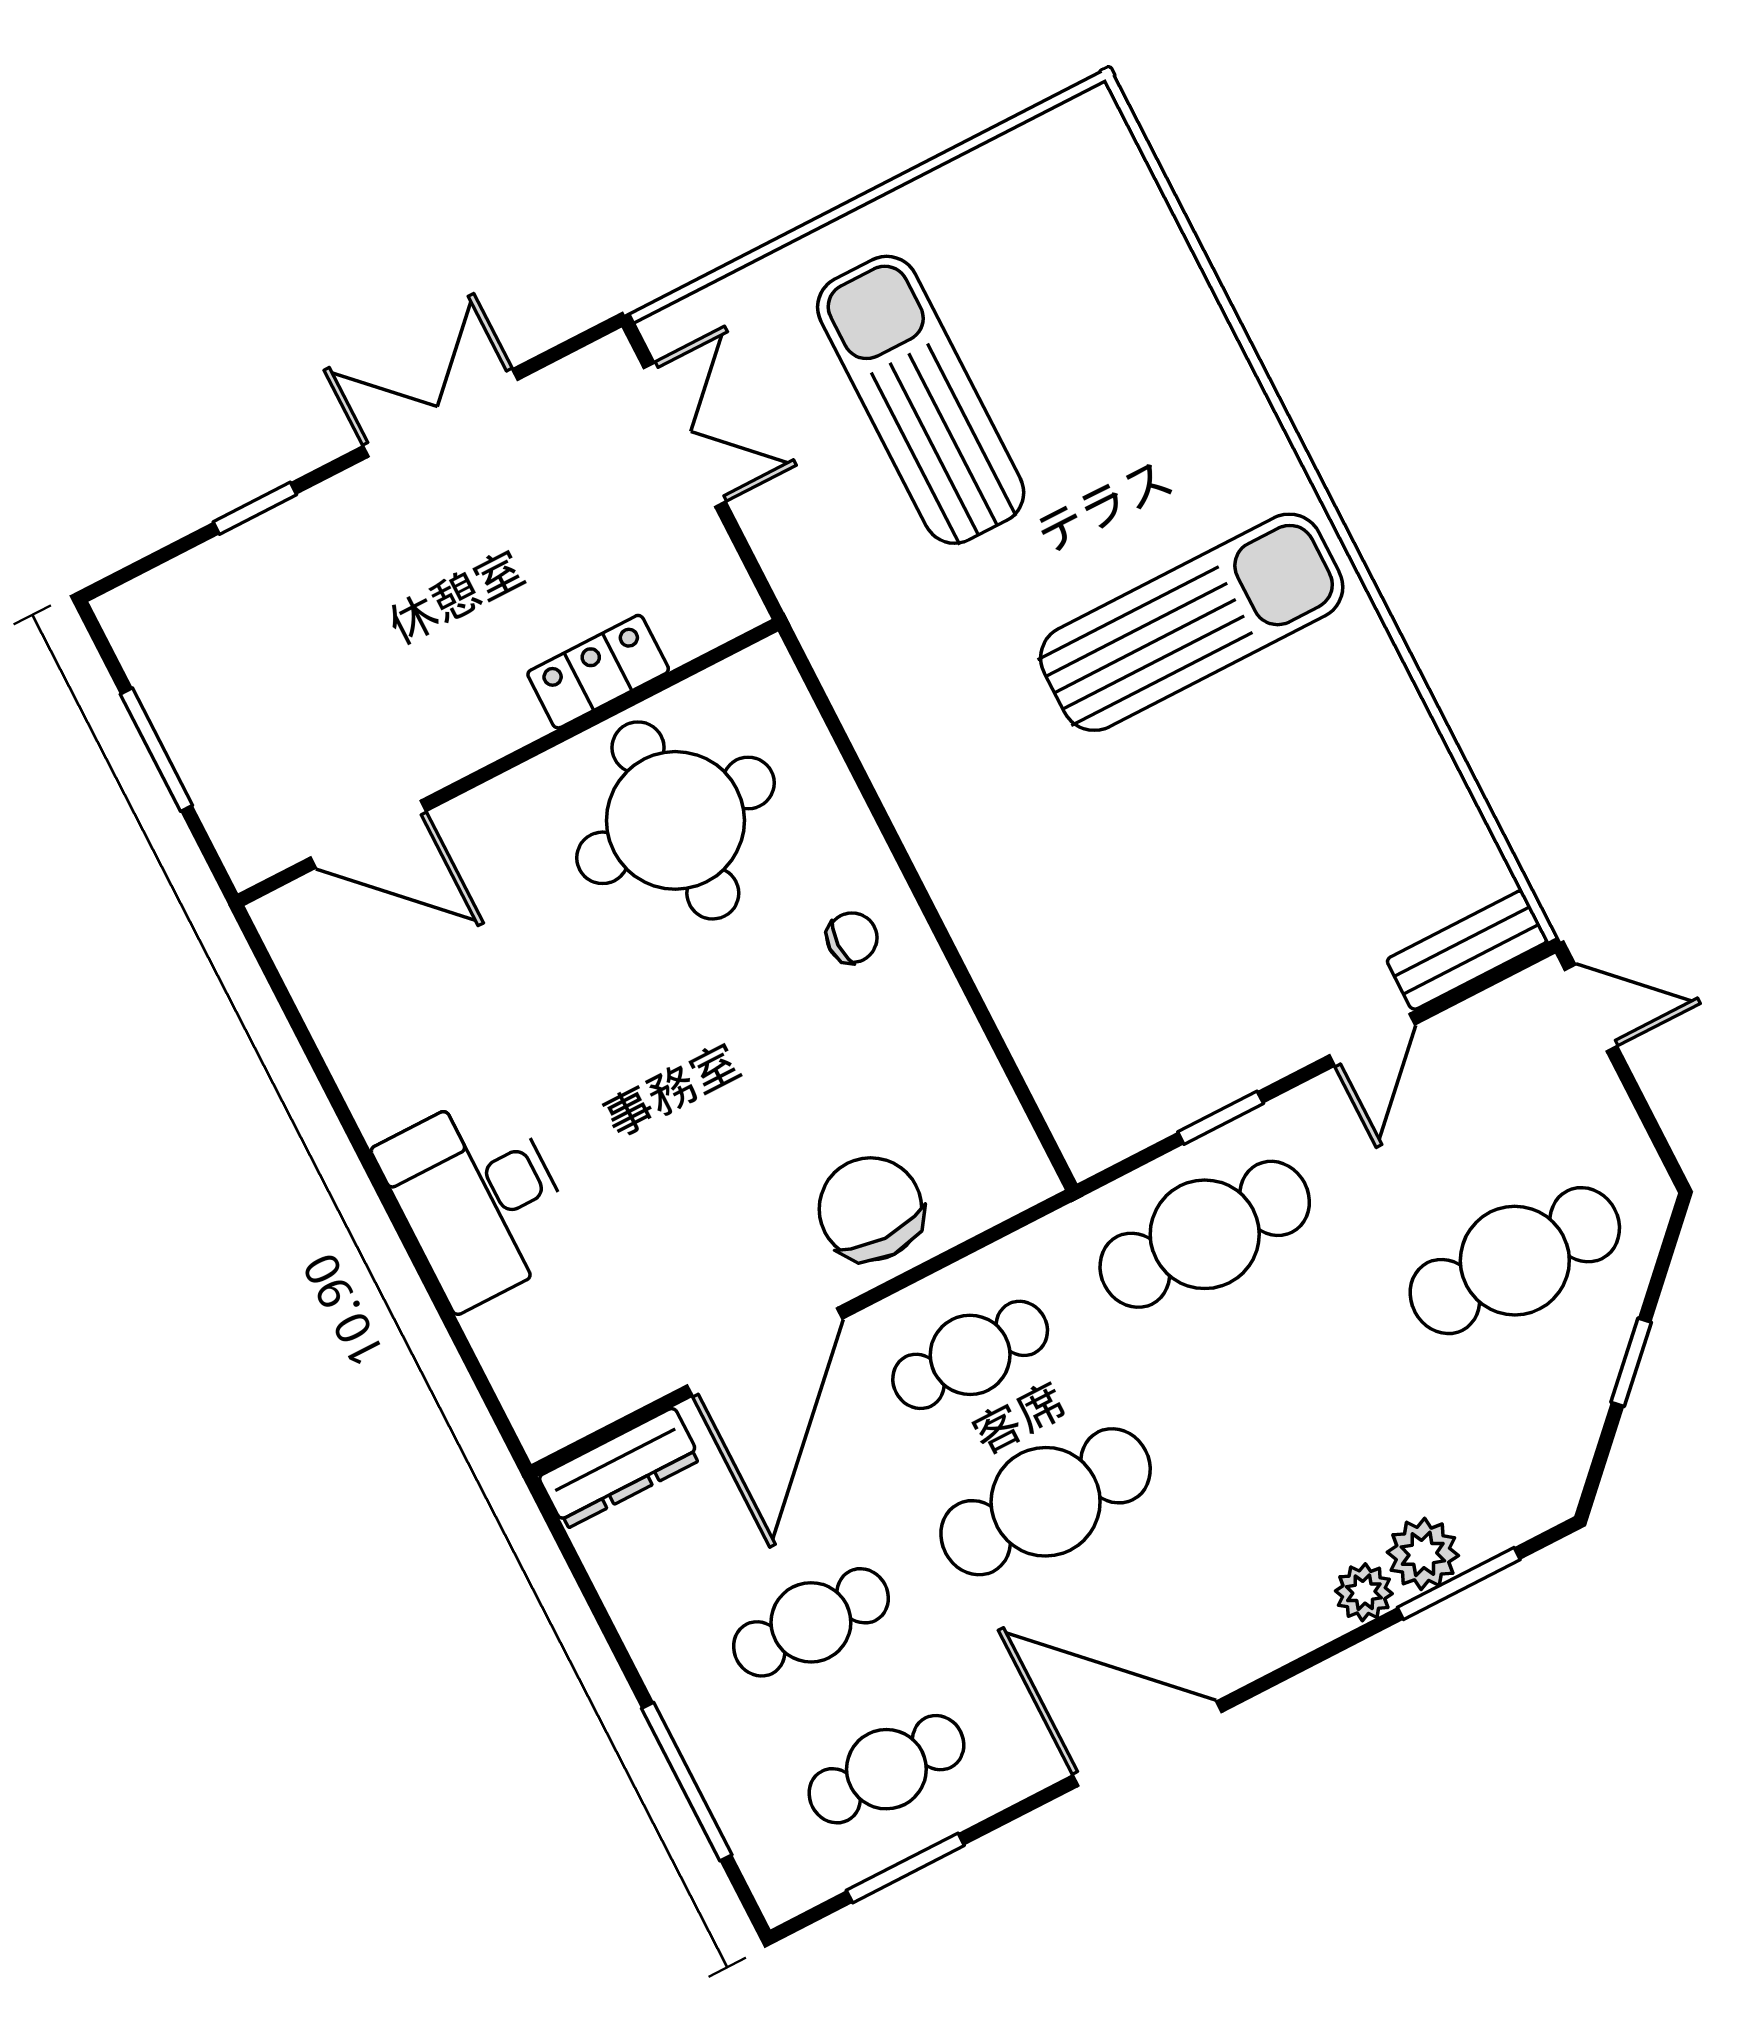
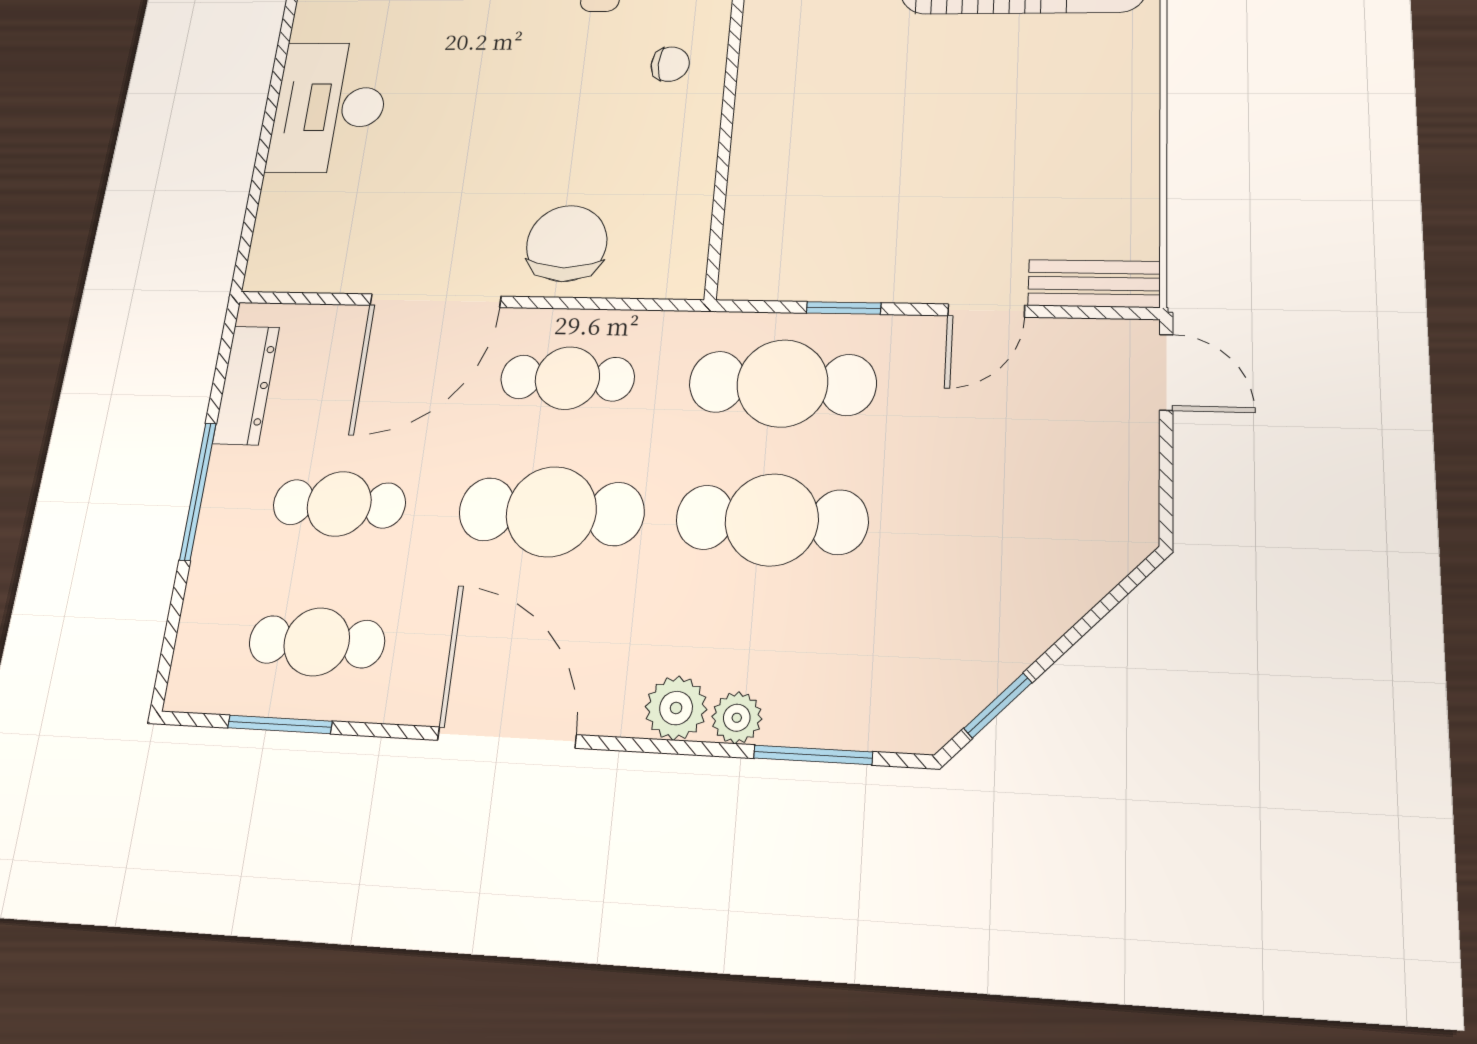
cafe table: (1515, 1261) -> (772, 520), moved
window: (1631, 1362) -> (998, 705), moved
dresser: (620, 1468) -> (246, 385), moved, turned -90
plant: (1423, 1554) -> (676, 708), moved
window: (687, 1782) -> (198, 491), moved

